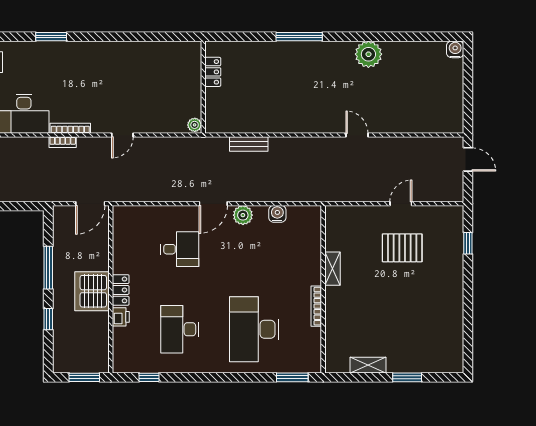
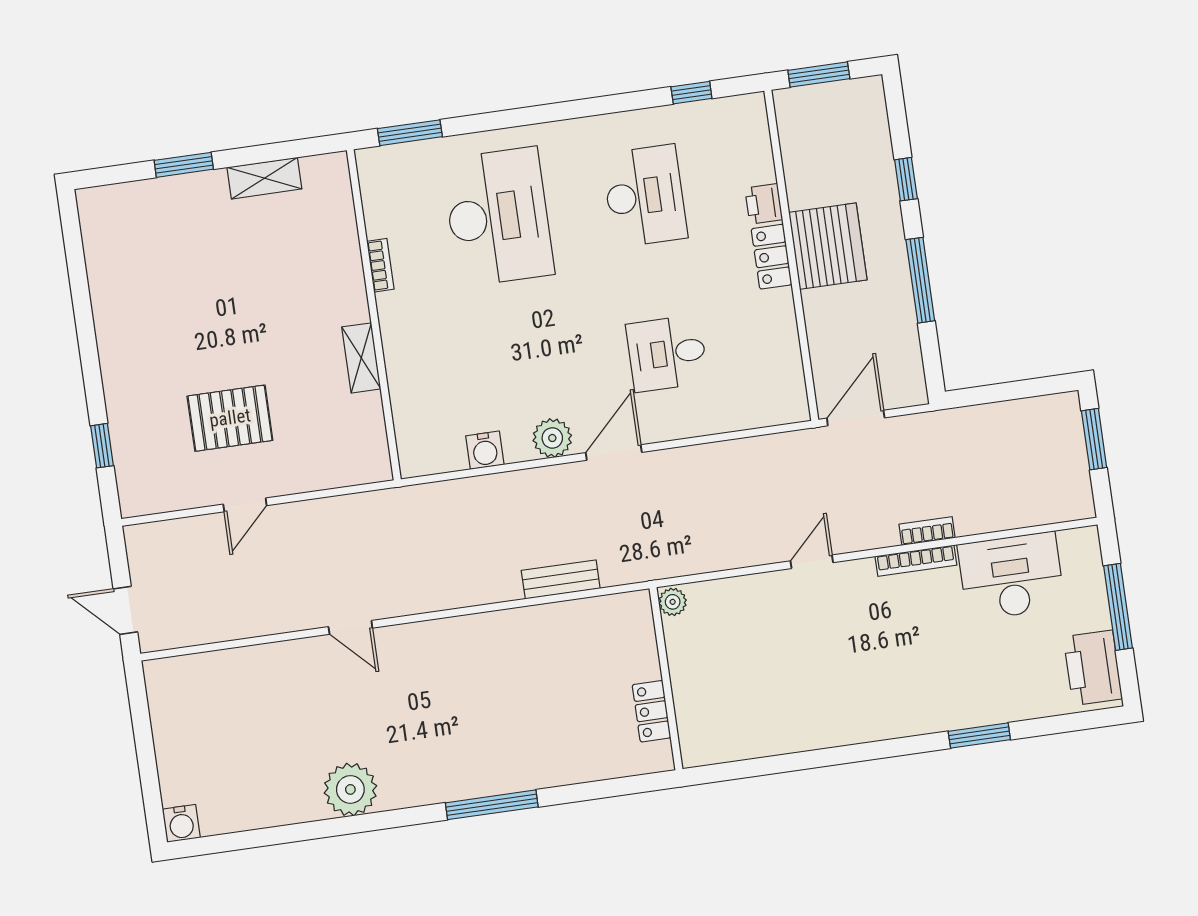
bookcase: (316, 306) -> (380, 265), width x0.64

